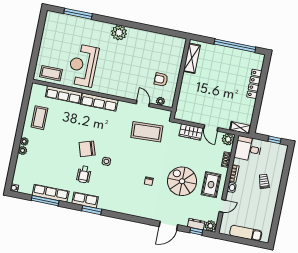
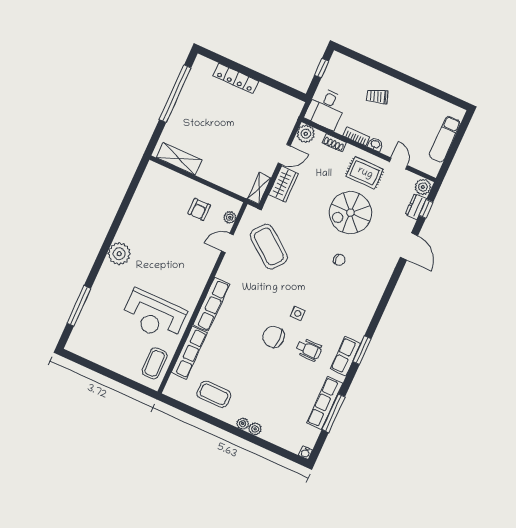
shelving: (240, 128) -> (259, 188), moved
coffee table: (147, 132) -> (269, 247), turned -49
chair: (87, 149) -> (274, 337), turned 108

